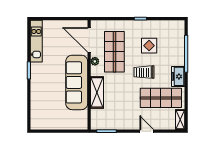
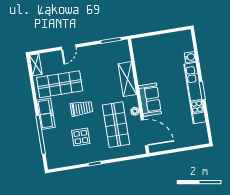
kitchen unit: (36, 41) -> (195, 93), moved, width x1.36
freezer: (178, 76) -> (46, 114), width x1.40
sofa: (77, 82) -> (150, 100), width x0.54, depth x0.79
water cooler: (35, 103) -> (190, 57), added
door: (147, 131) -> (69, 47), hinge flipped

